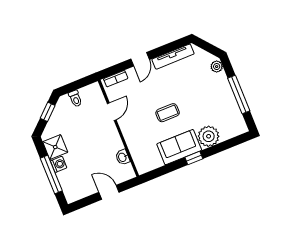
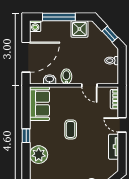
tv unit: (173, 57) -> (114, 147), width x0.71
bidet: (112, 140) -> (66, 77), added
sofa: (179, 147) -> (39, 104), moved
washing machine: (59, 164) -> (35, 26), moved
door: (109, 192) -> (26, 57), width x1.88

